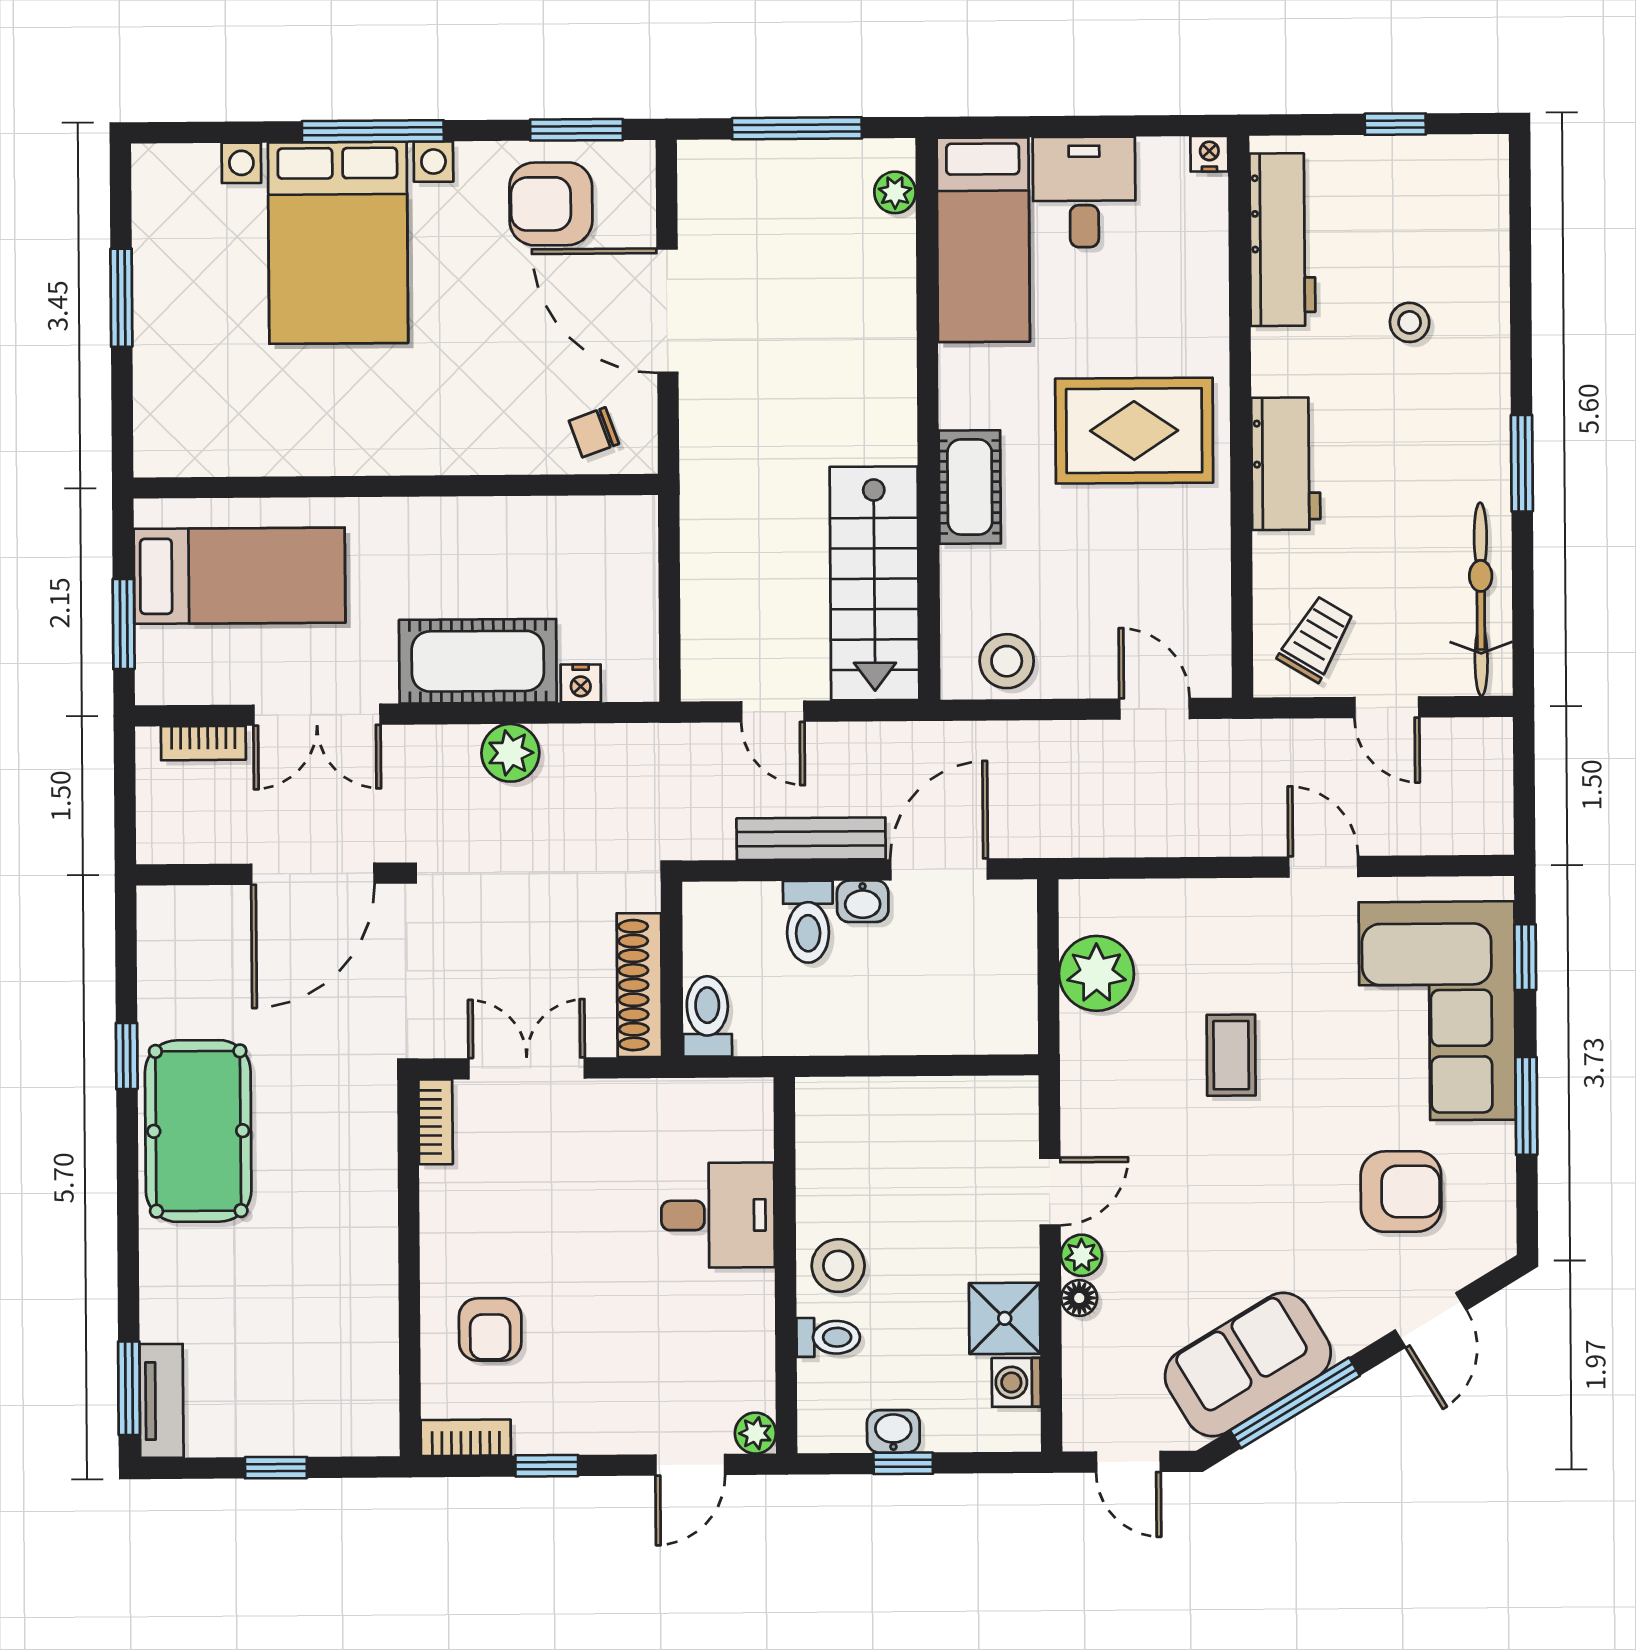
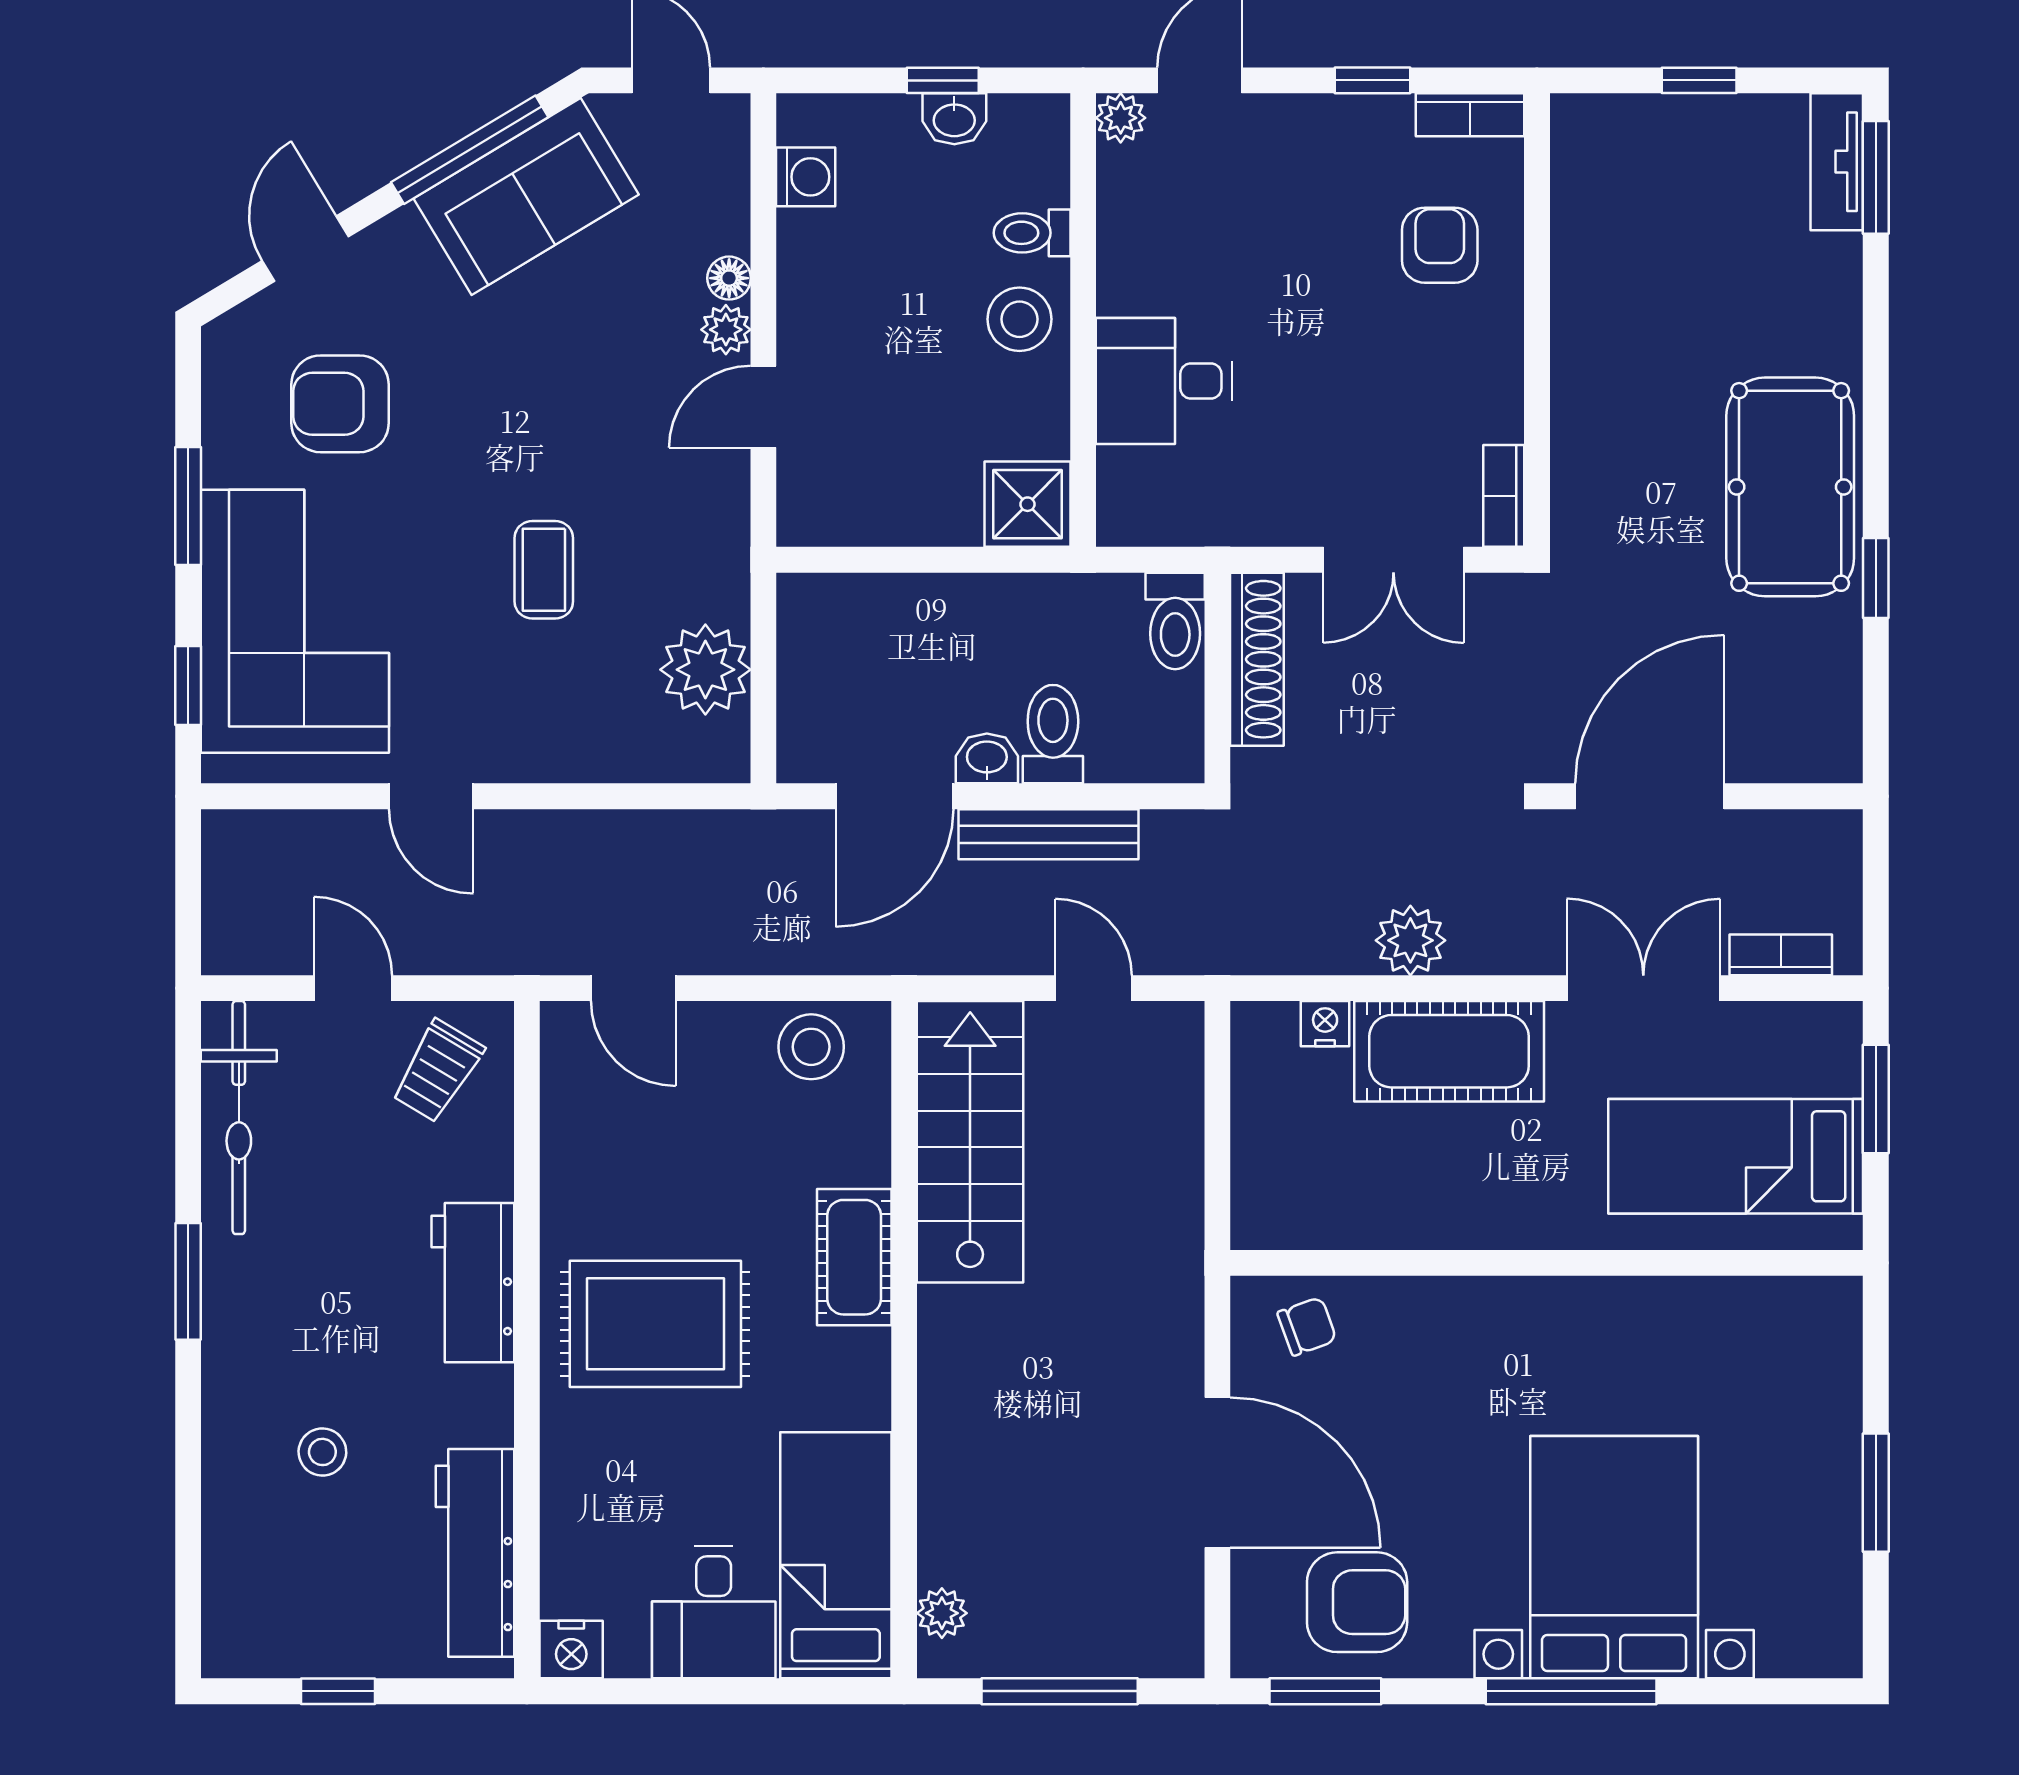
nightstand: (1209, 154) -> (571, 1649), width x1.39, depth x1.35
shower: (1005, 1318) -> (1028, 504), moved

